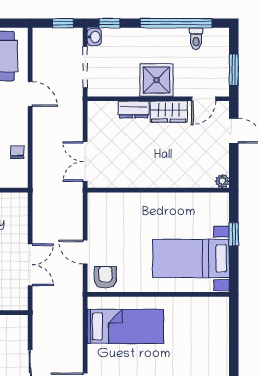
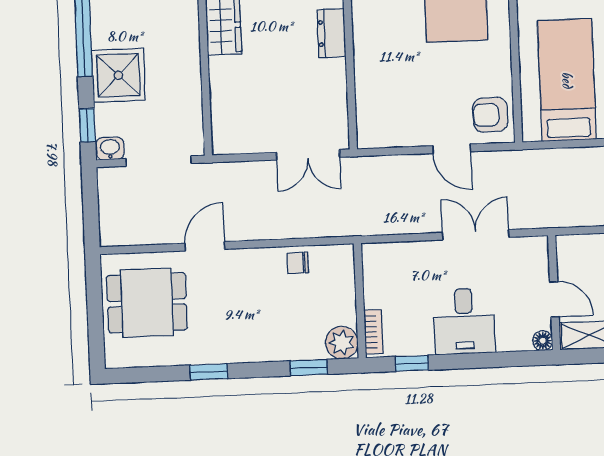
window: (63, 23) -> (90, 199), removed
shower: (156, 80) -> (118, 75), moved
dresser: (134, 109) -> (331, 33), moved, turned 180
door: (85, 252) -> (452, 149), hinge flipped

